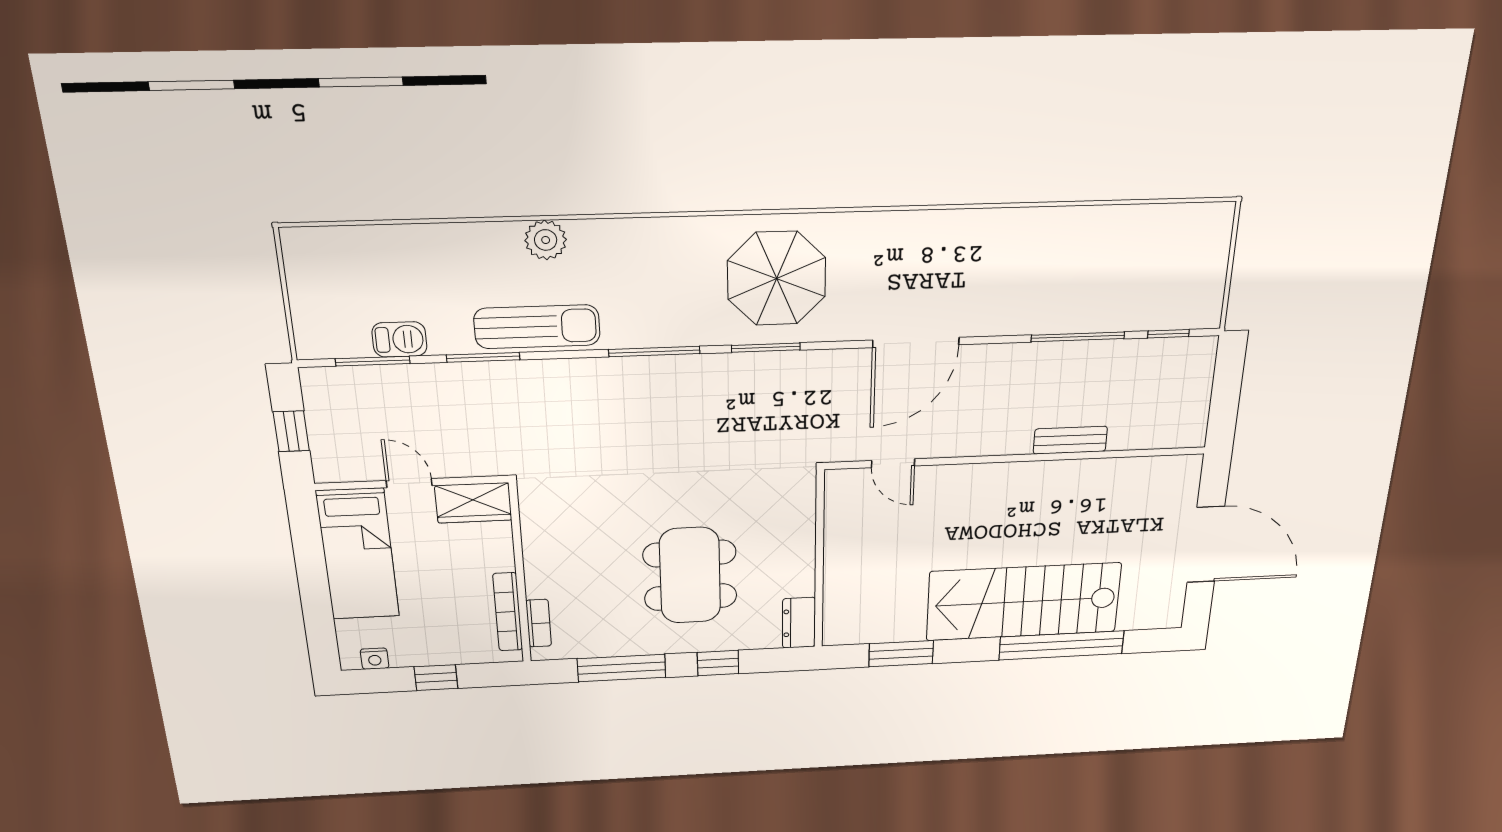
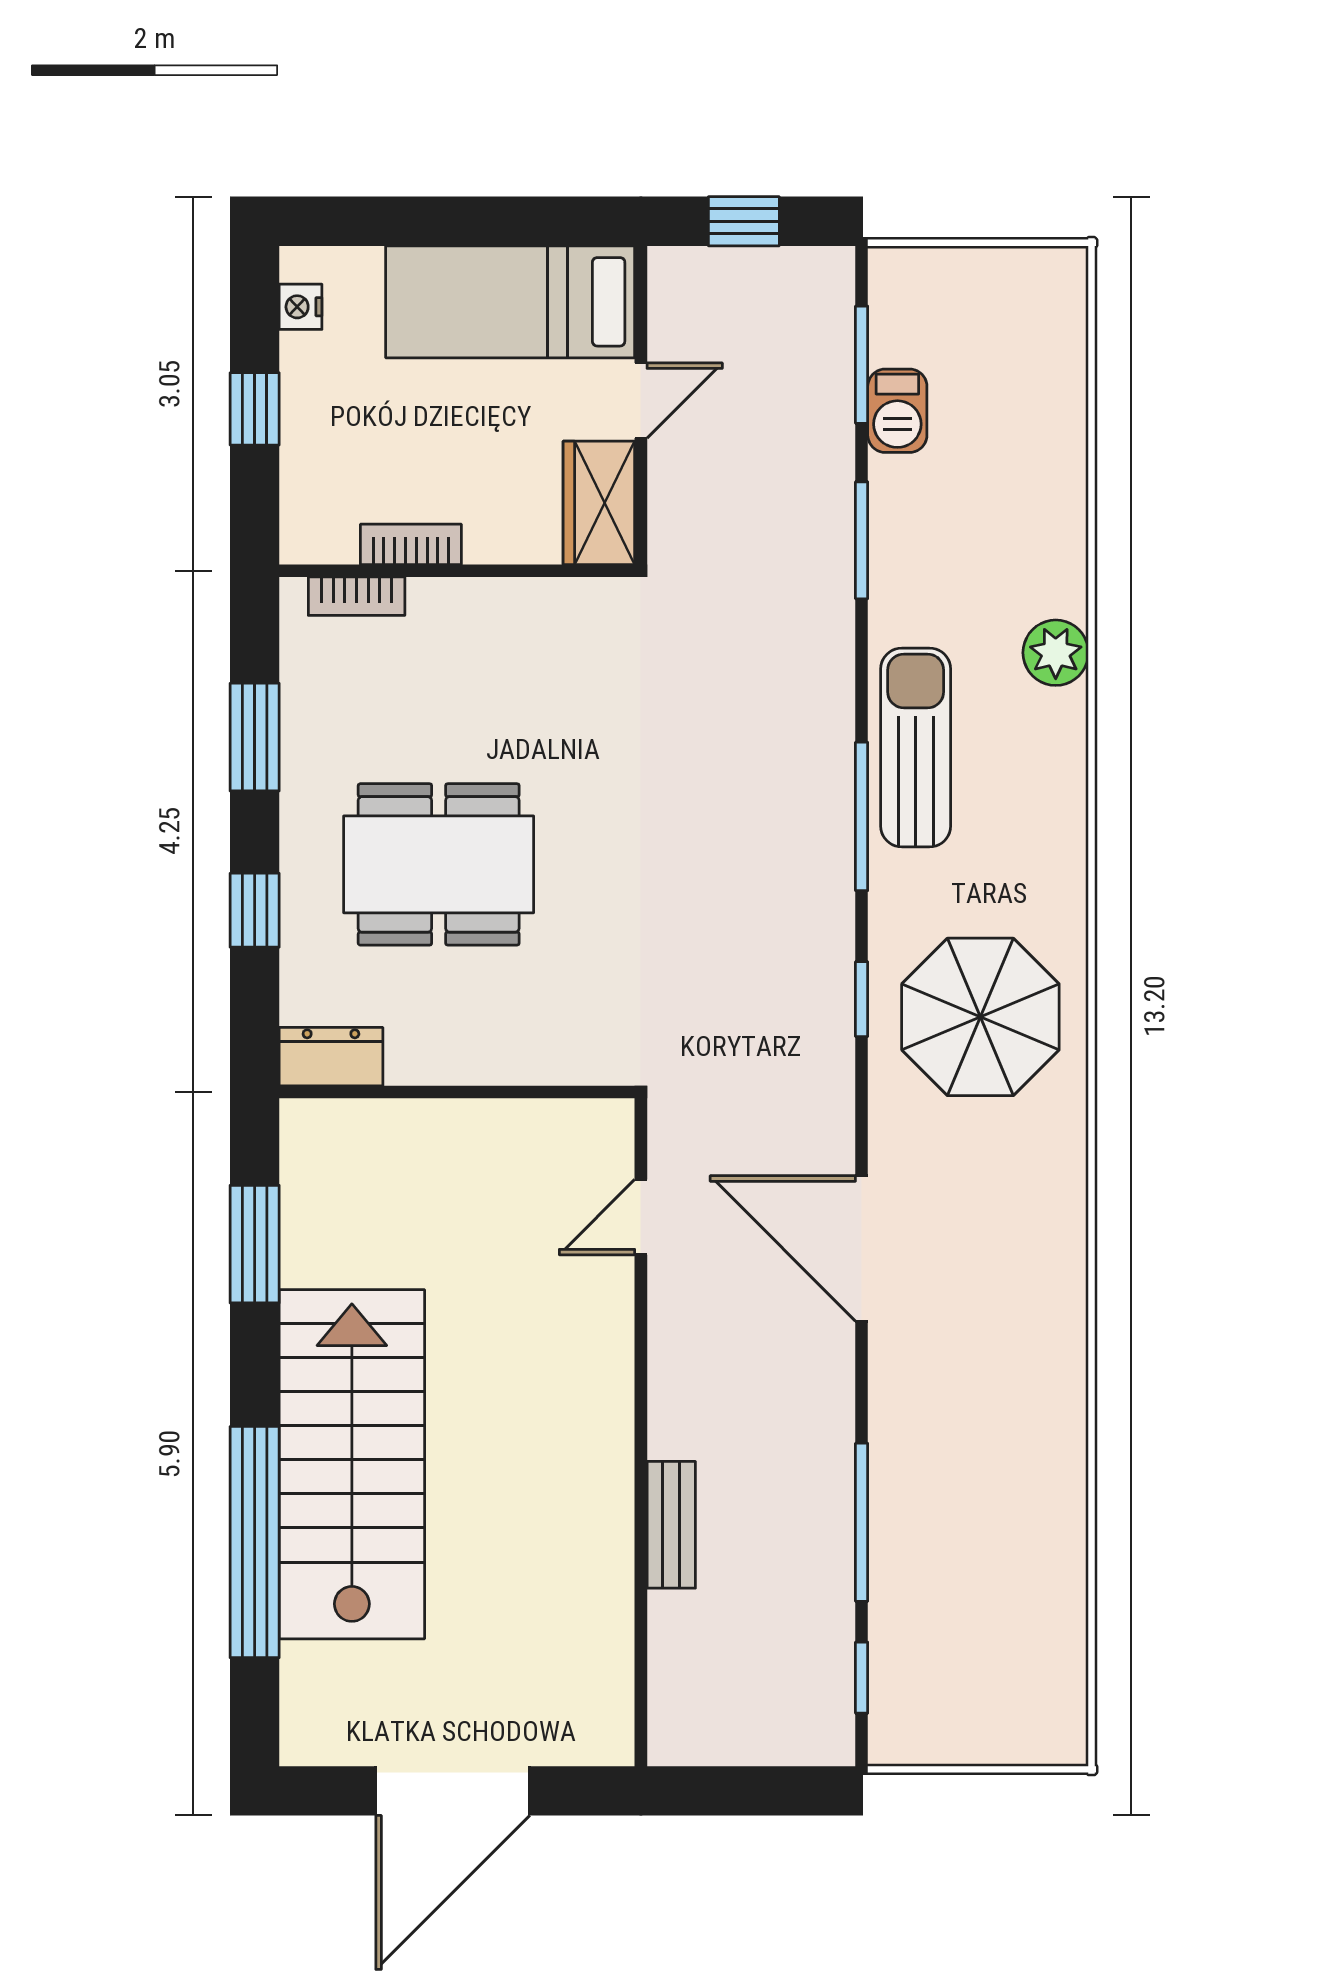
sun lounger: (537, 327) -> (916, 748), moved, turned 180
window: (766, 348) -> (862, 999), width x0.67
bookcase: (508, 612) -> (411, 544), width x0.64
window: (622, 668) -> (255, 737), width x0.69

